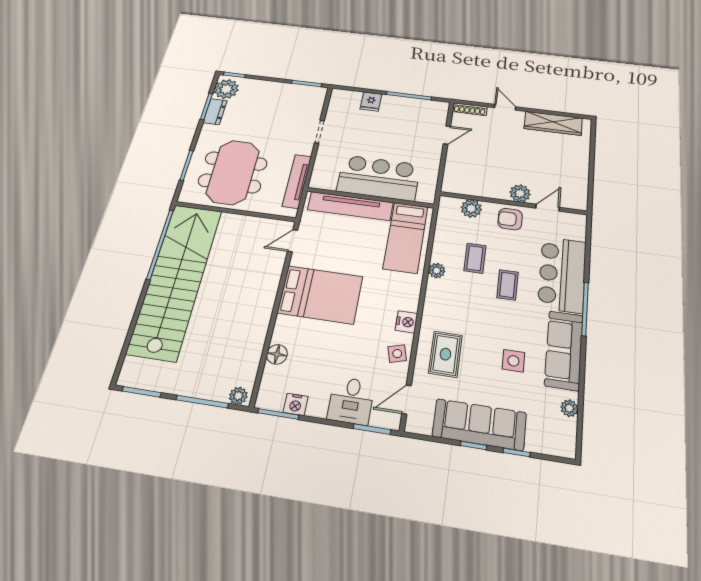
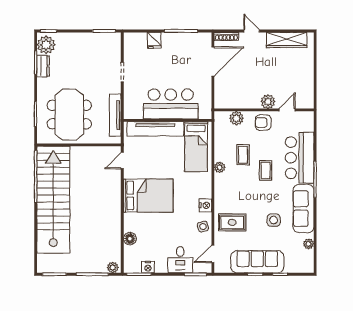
door: (447, 135) -> (213, 61), width x1.88
rug: (445, 354) -> (232, 222), turned 90

